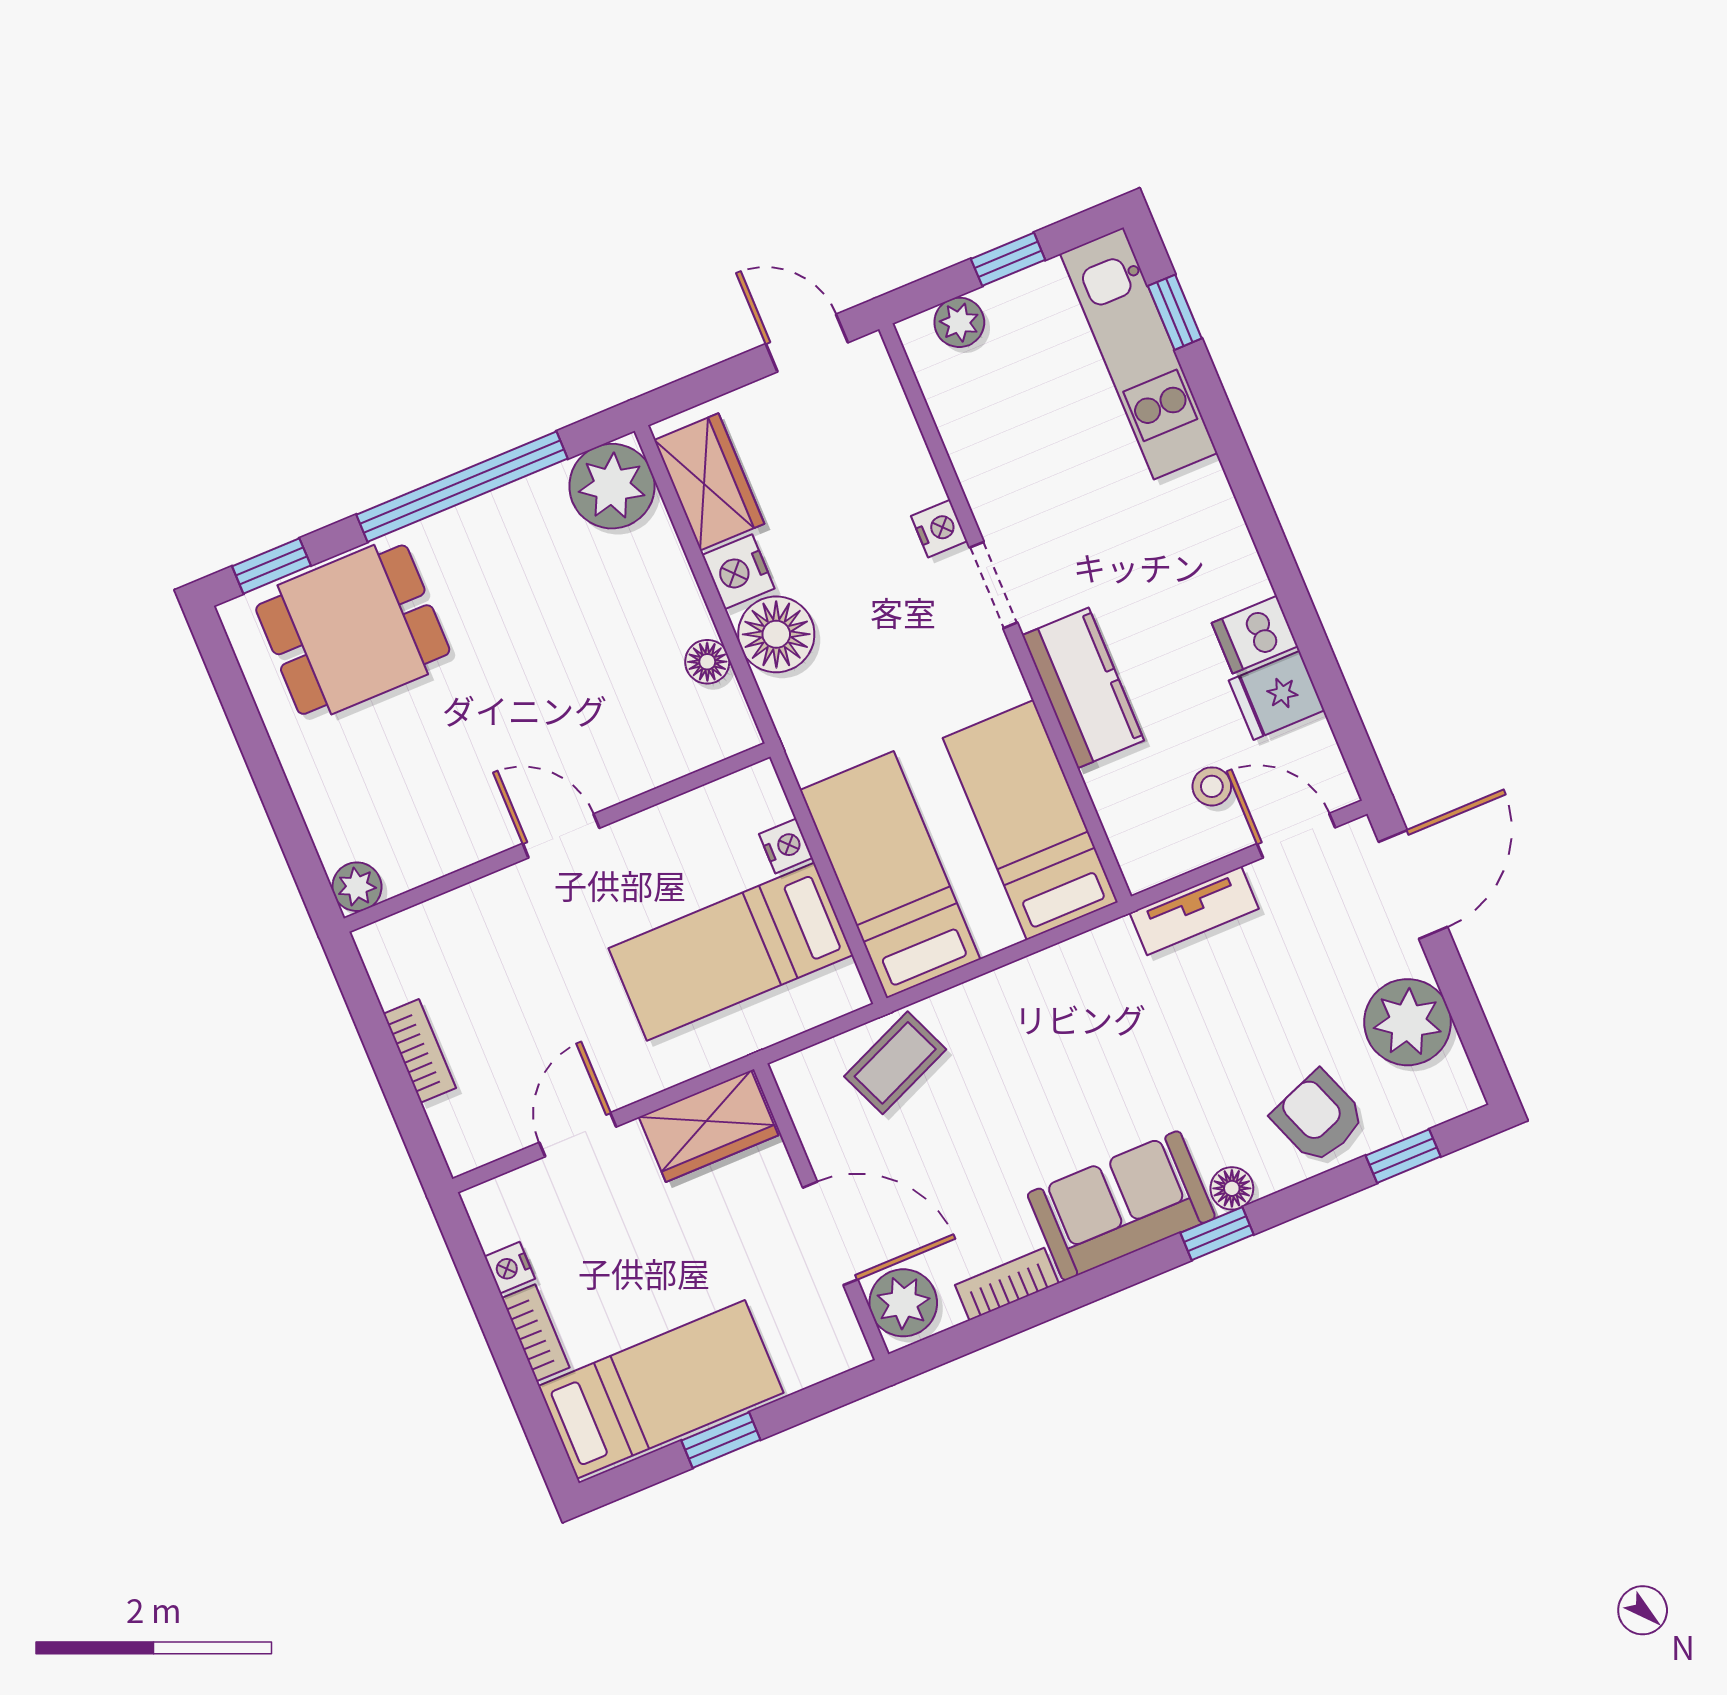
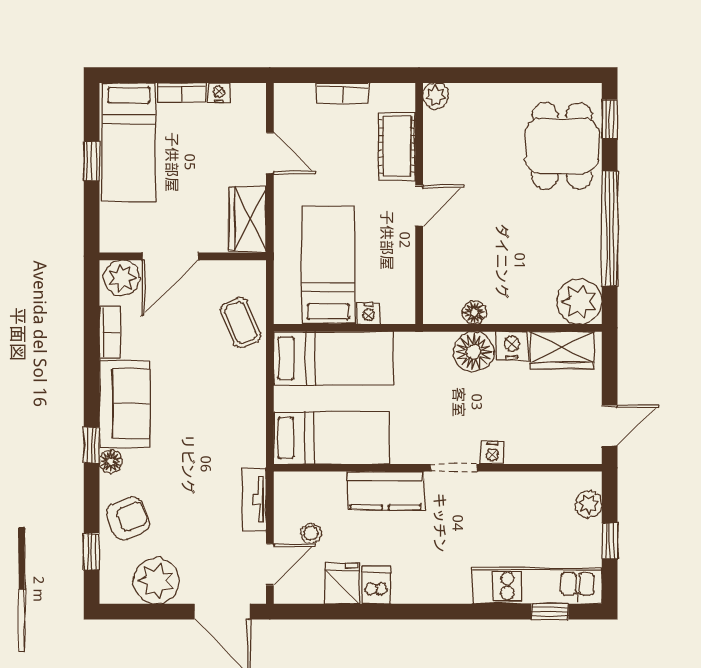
cot: (474, 918) -> (397, 147), added

